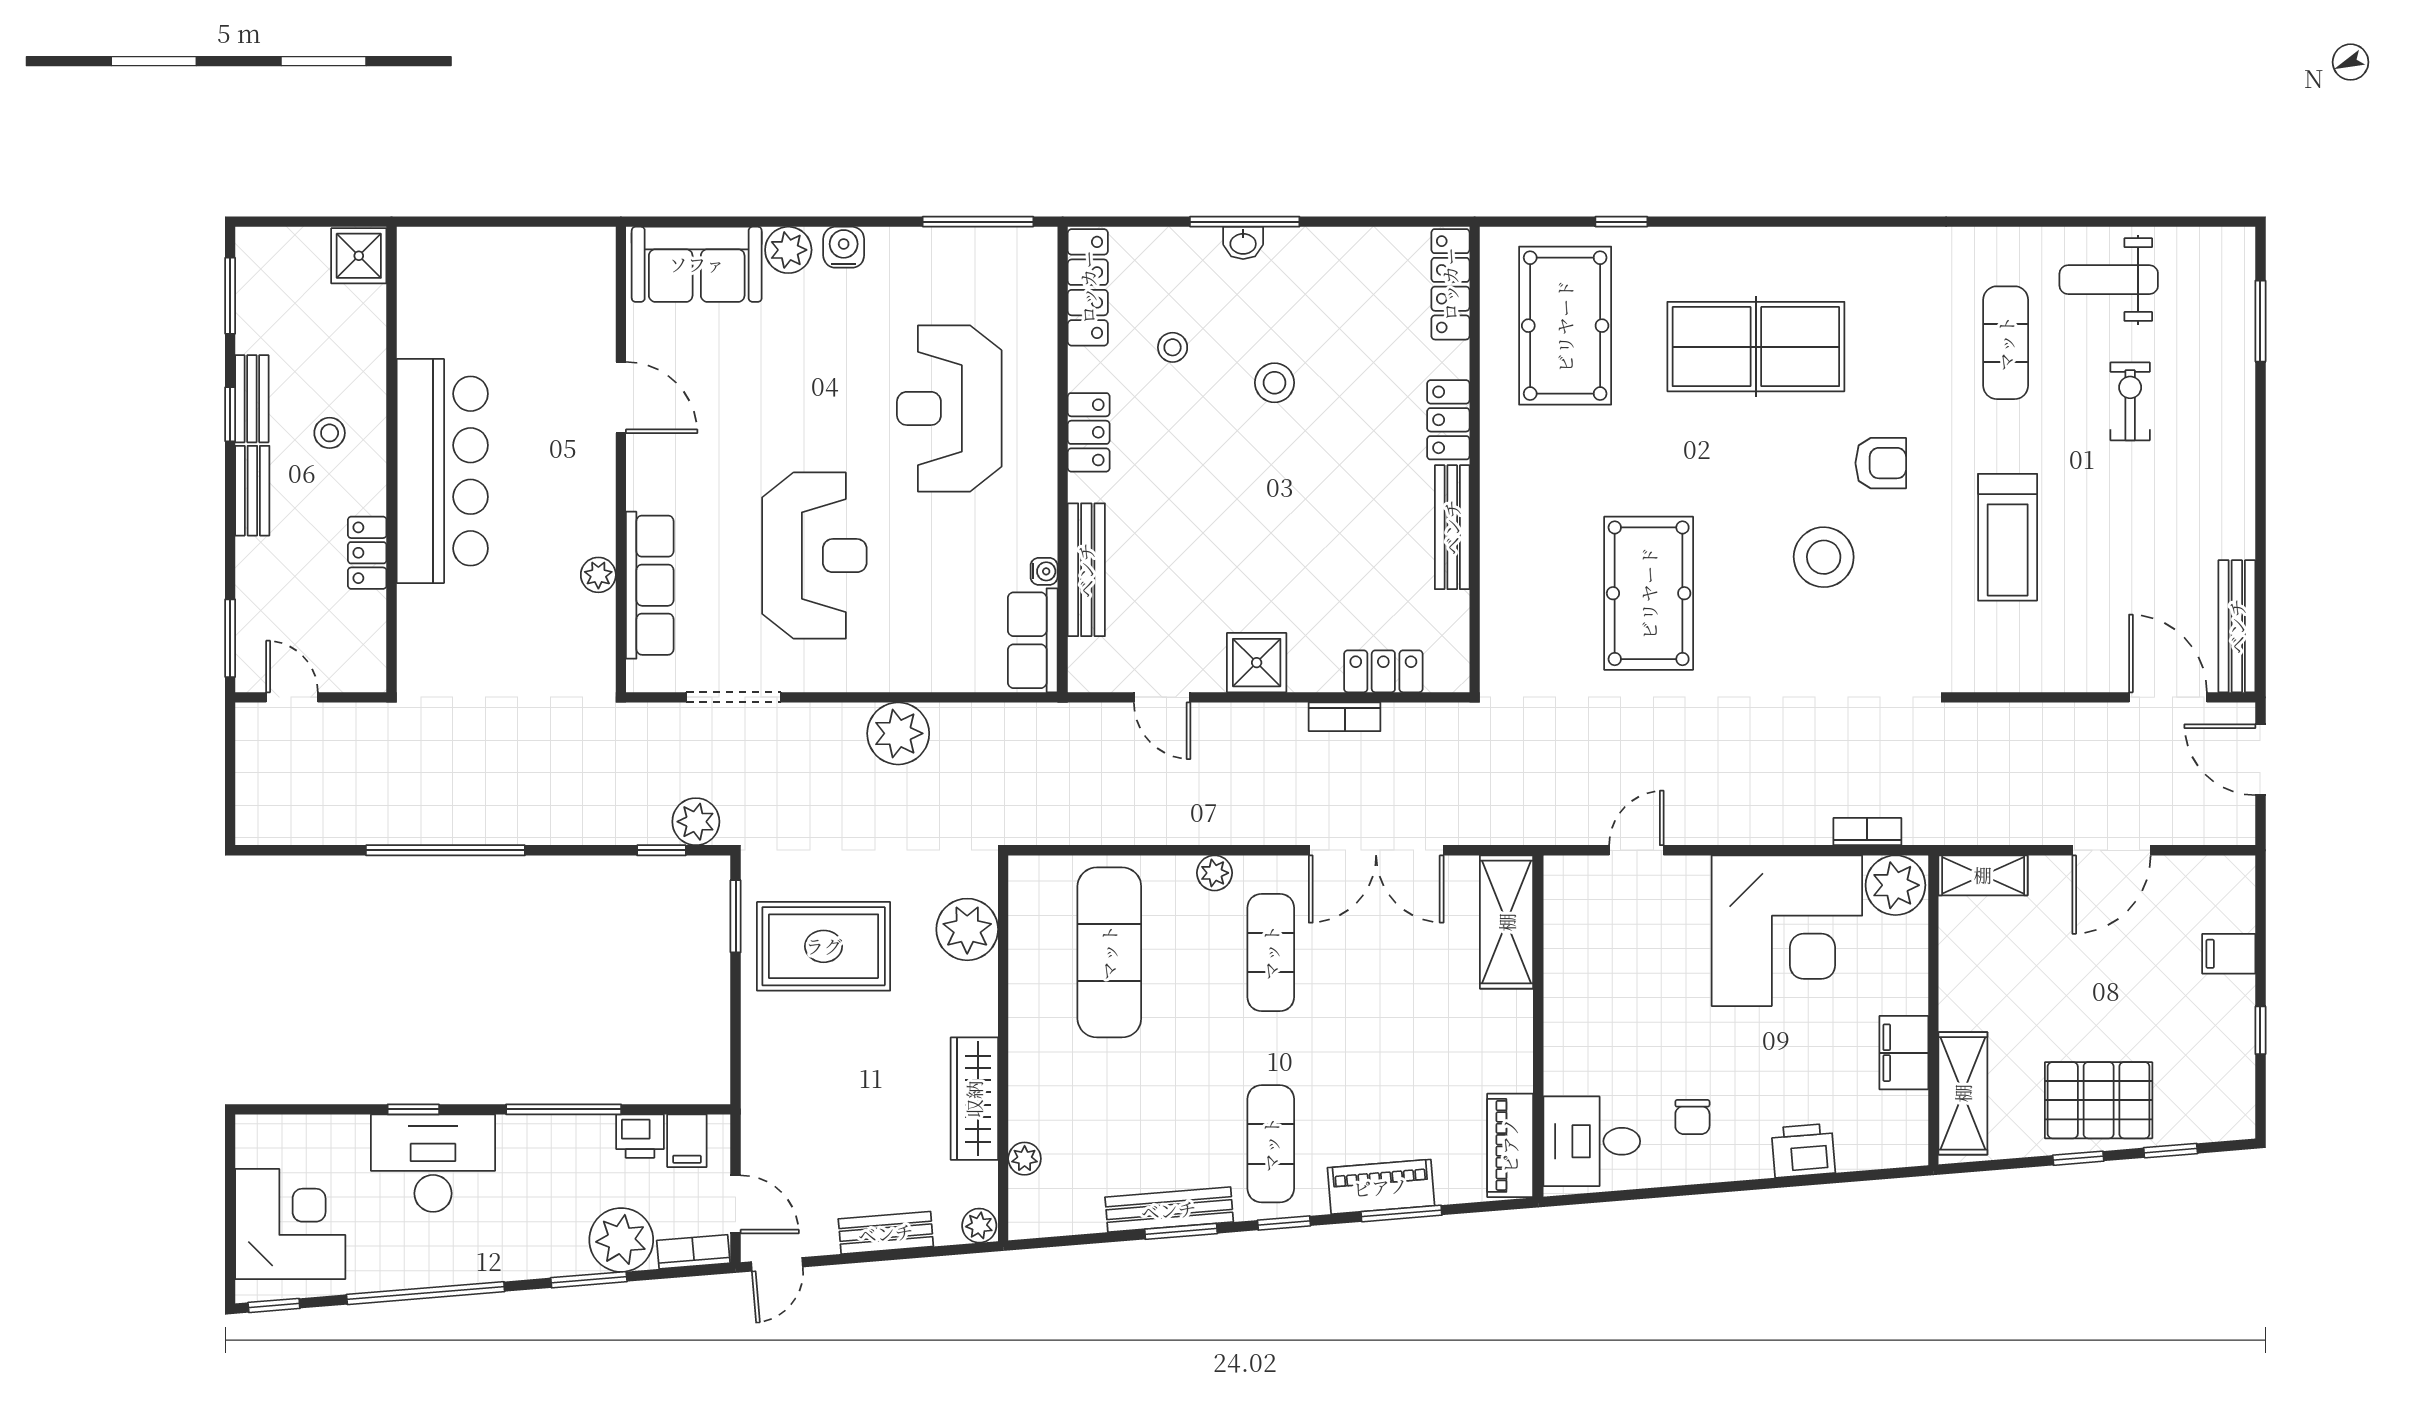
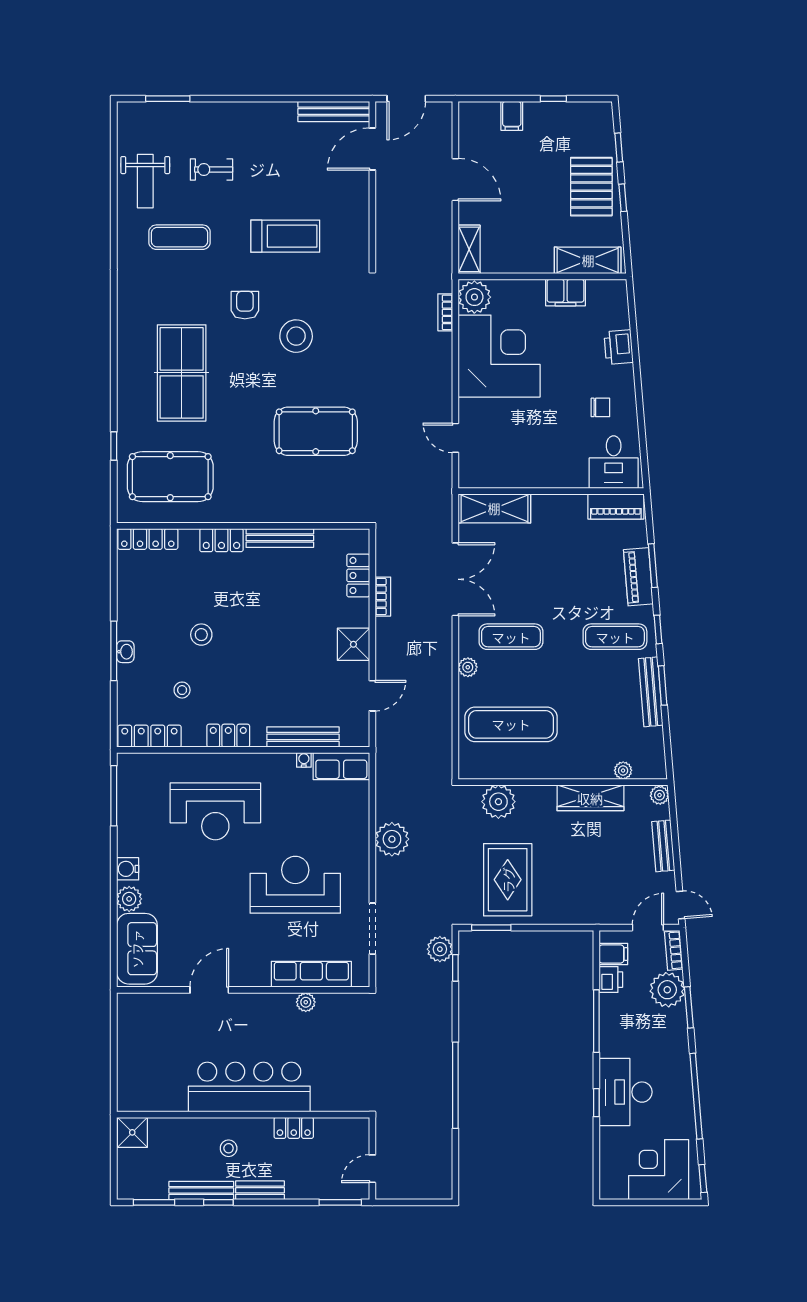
bench: (252, 399) -> (201, 1191), width x1.36

